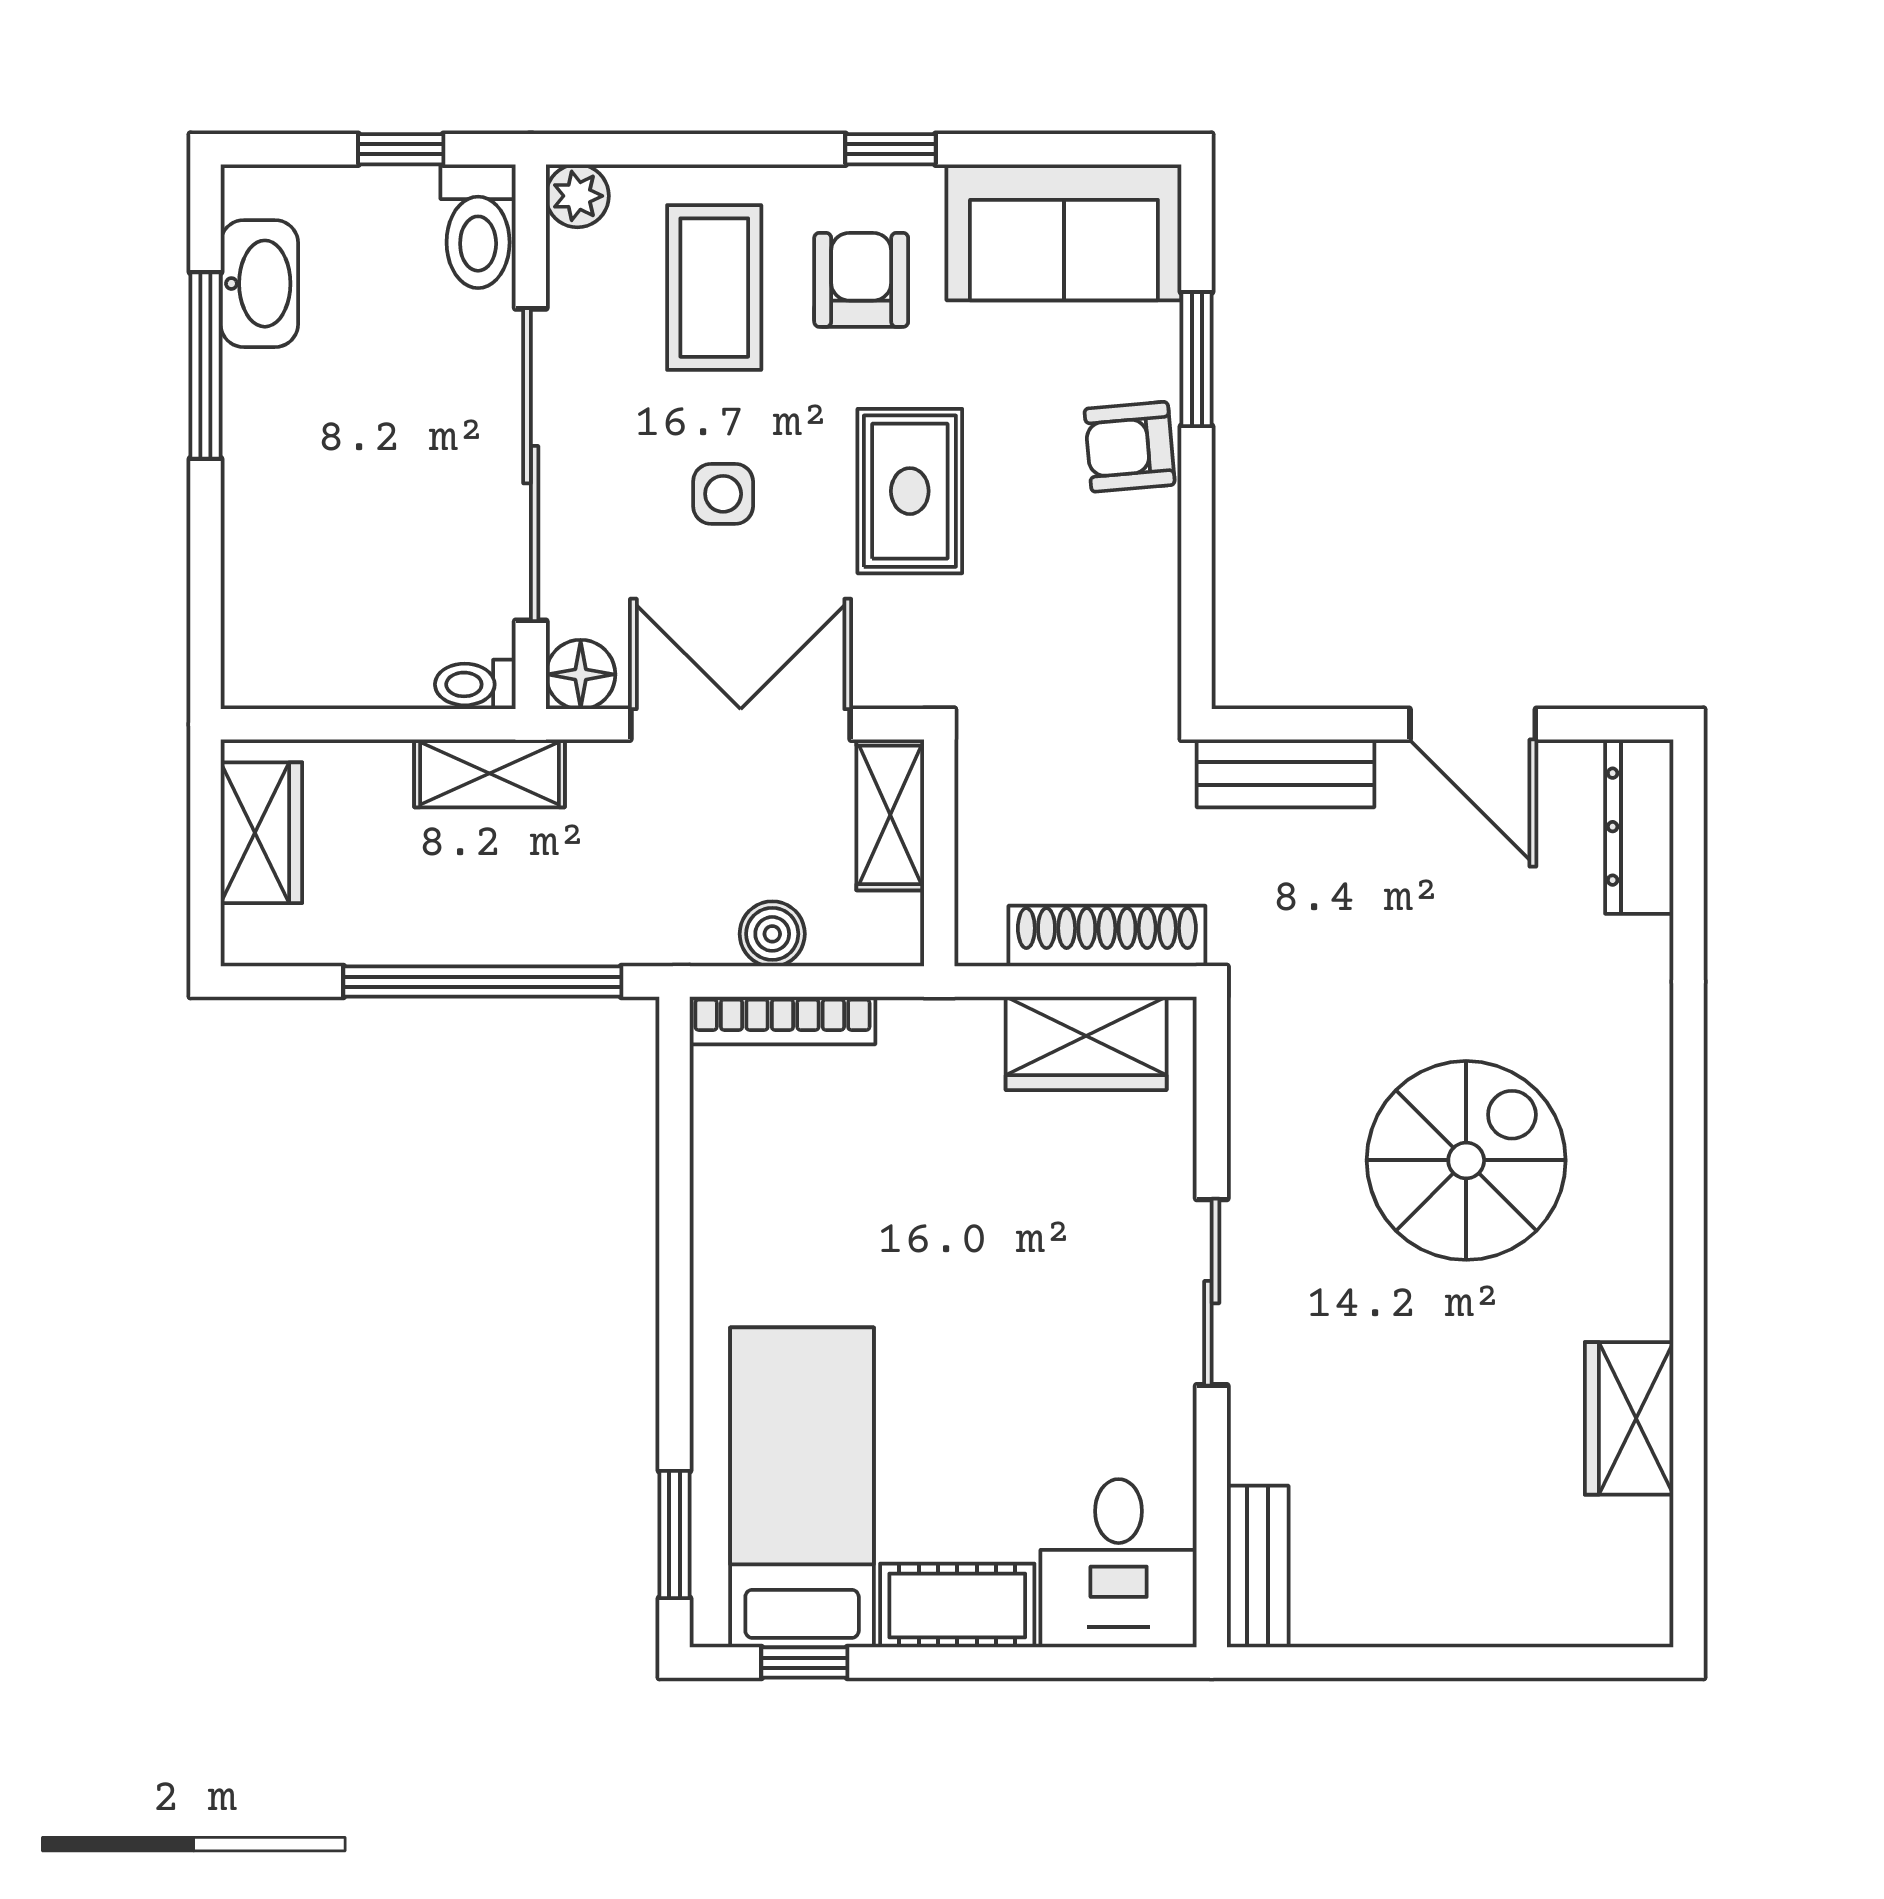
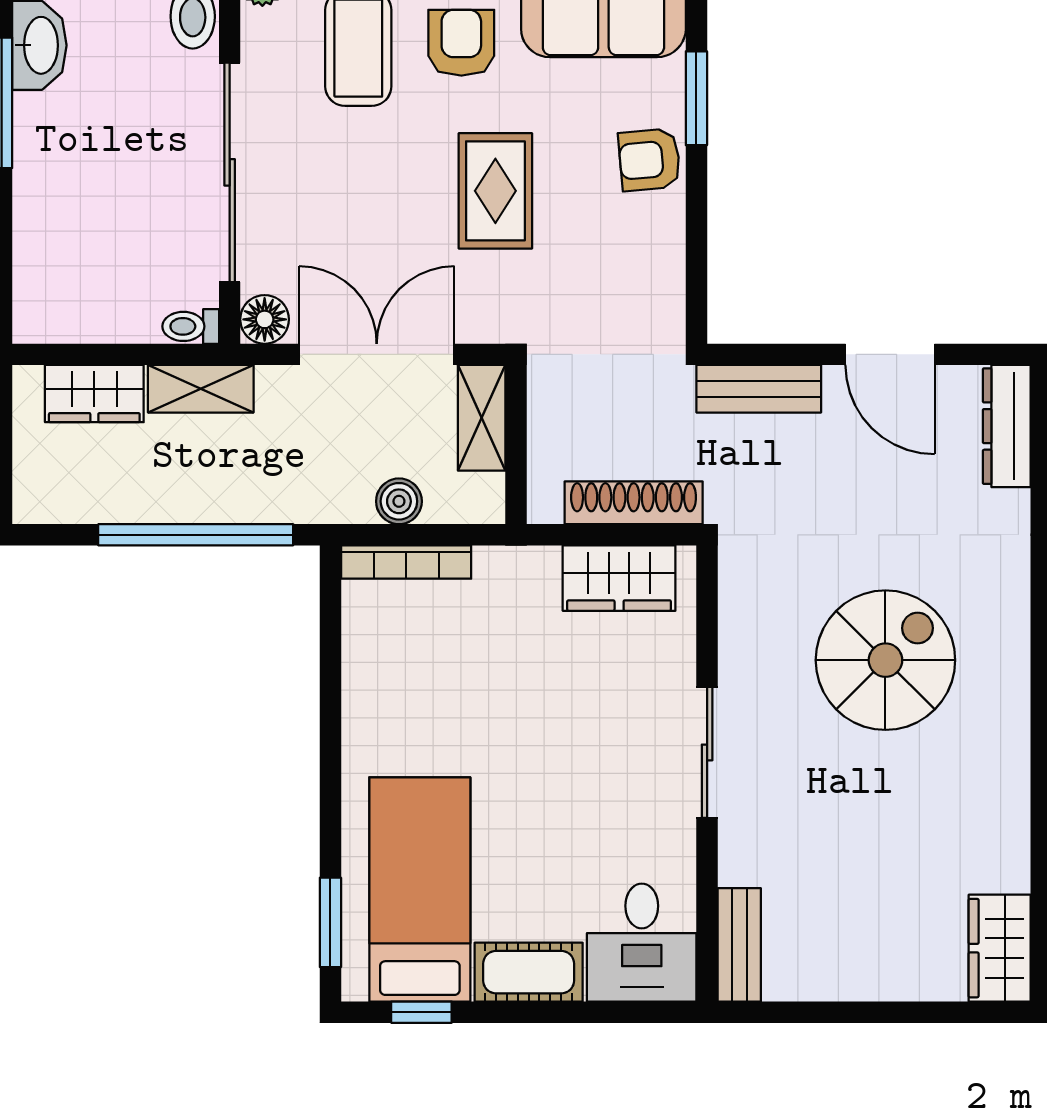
side table: (723, 494) -> (364, 193), removed
wardrobe: (261, 833) -> (94, 394), moved, turned 90
wardrobe: (1629, 1418) -> (1000, 948), moved

